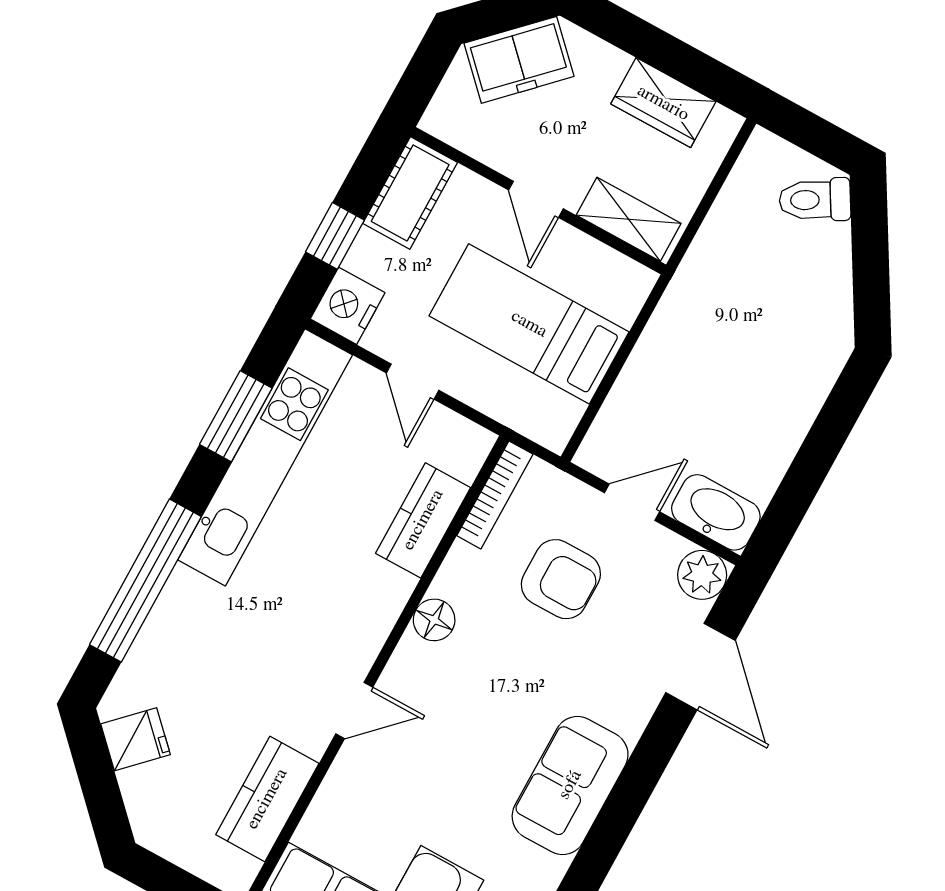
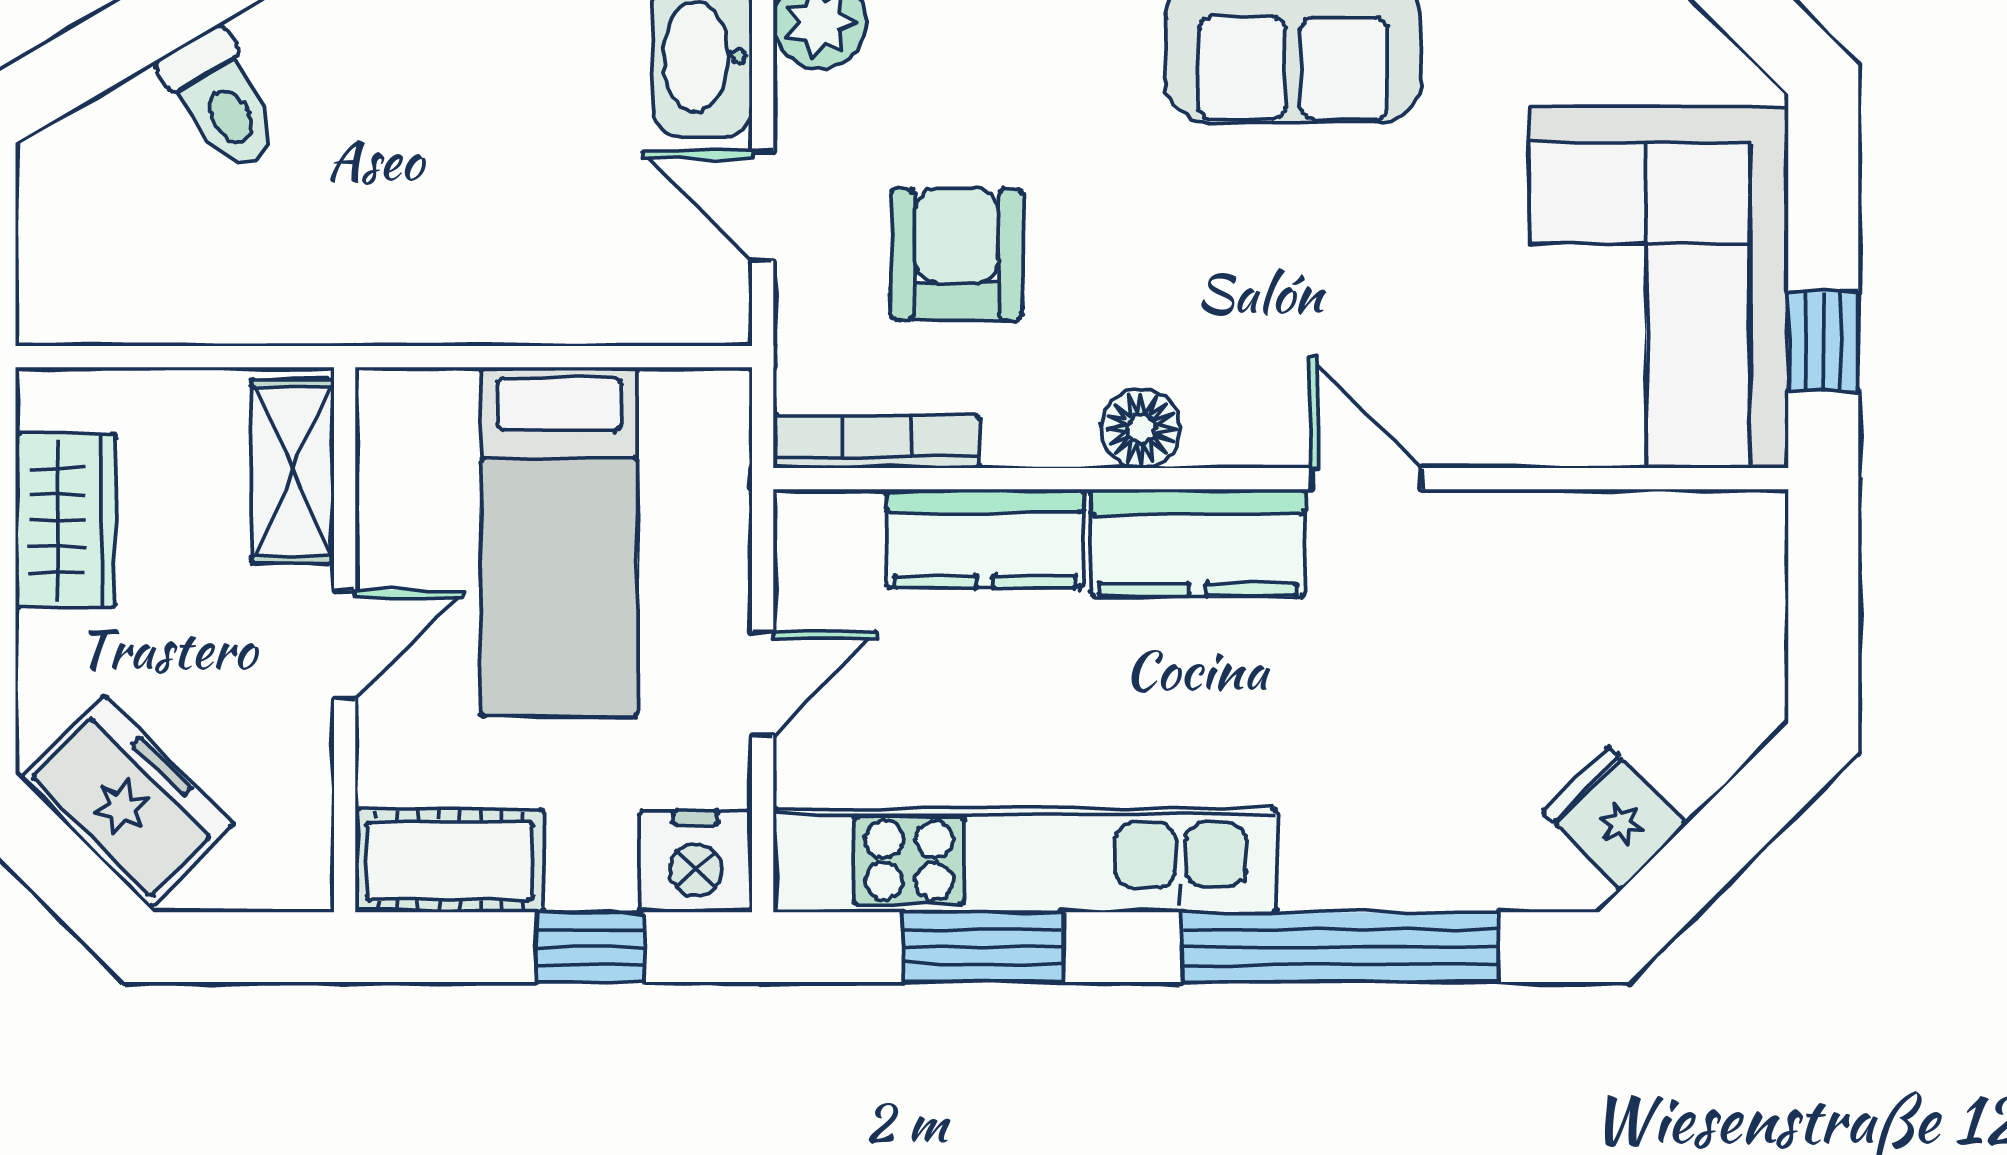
toilet: (815, 200) -> (221, 100), moved
kitchen counter: (267, 799) -> (1198, 543), moved

